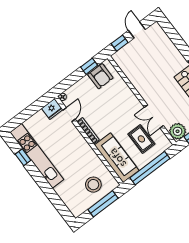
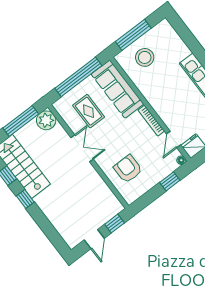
window: (89, 66) -> (170, 181), moved
armchair: (100, 76) -> (128, 169), moved
double door: (154, 116) -> (82, 148), moved

